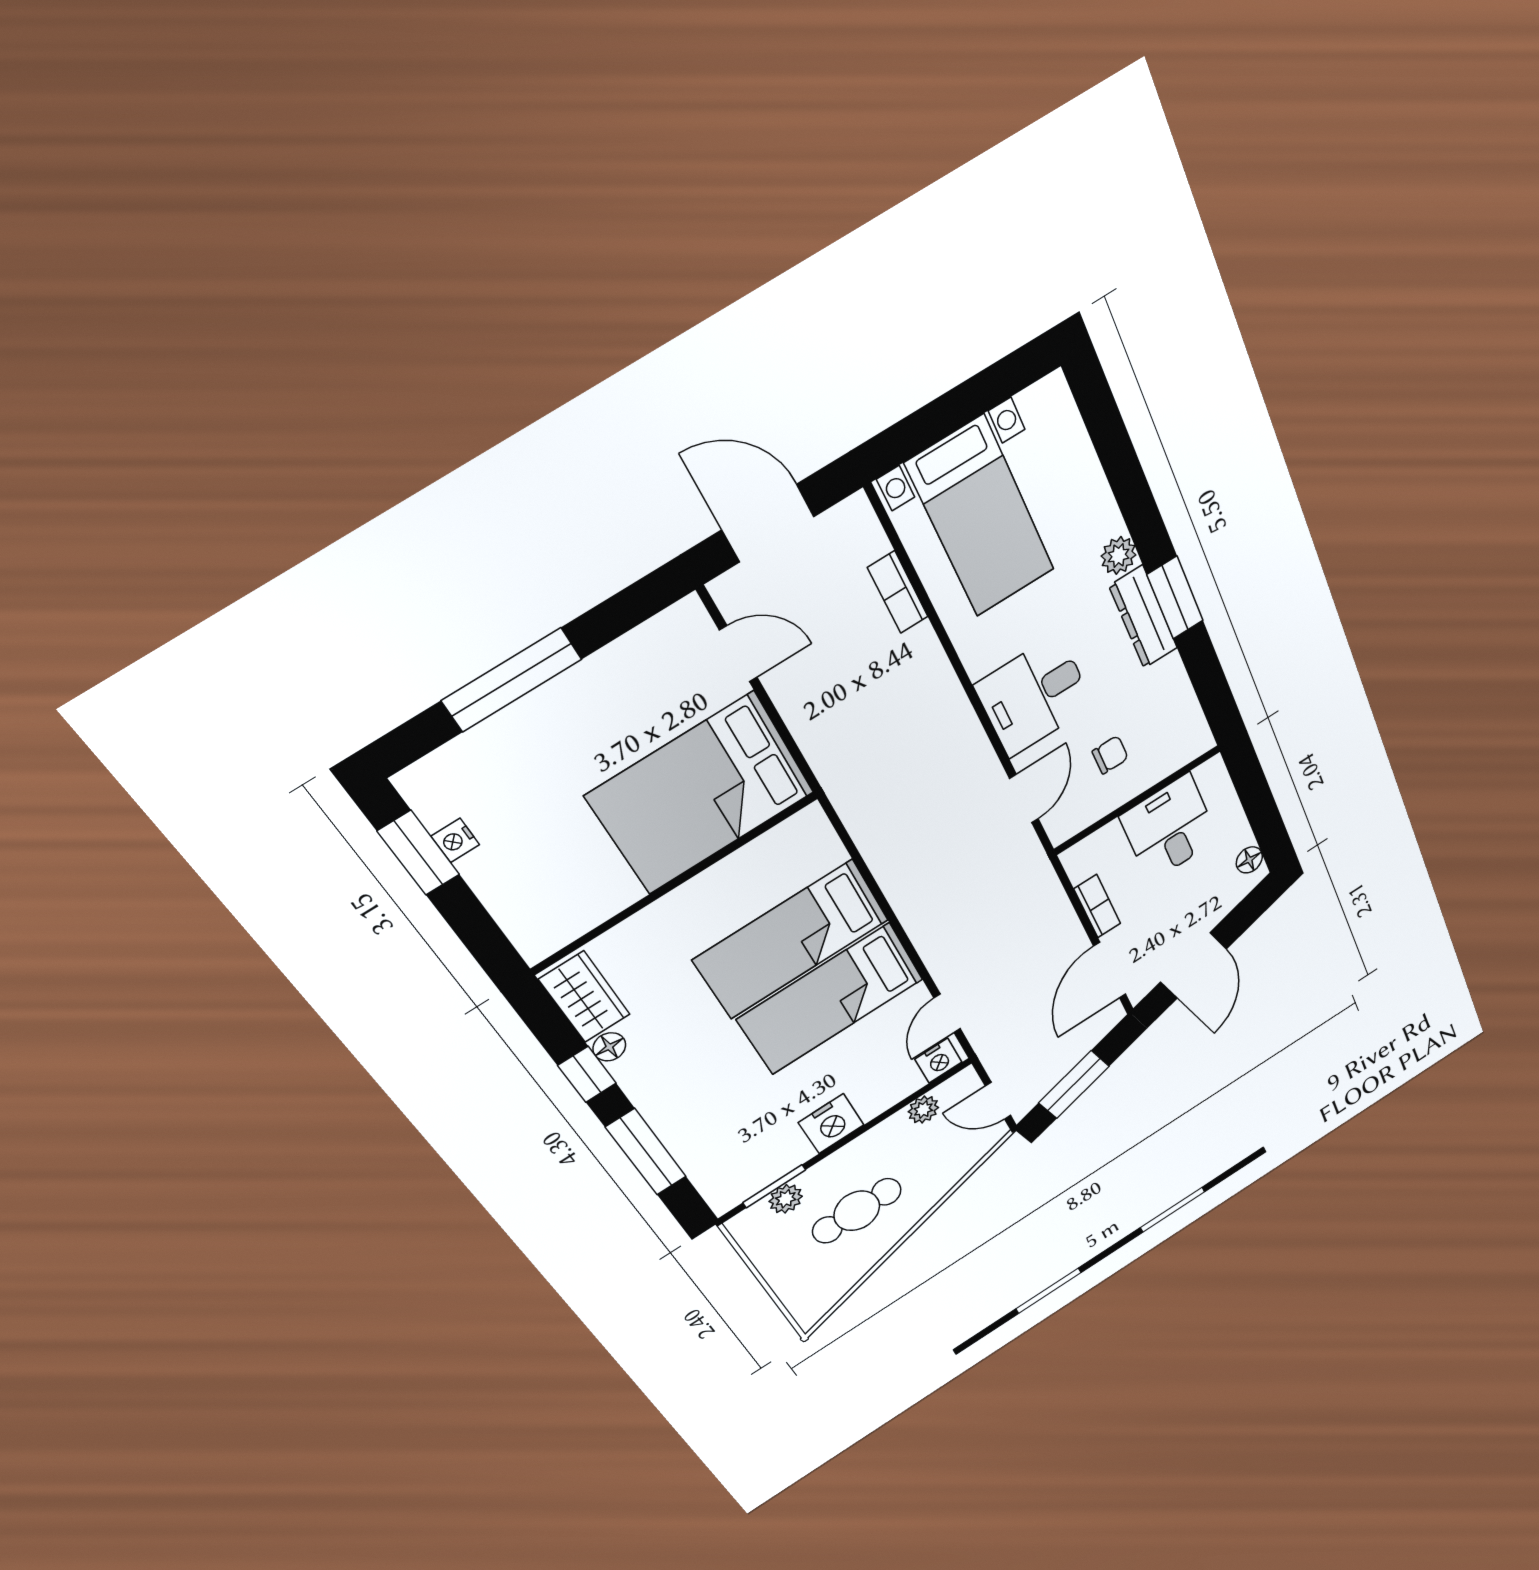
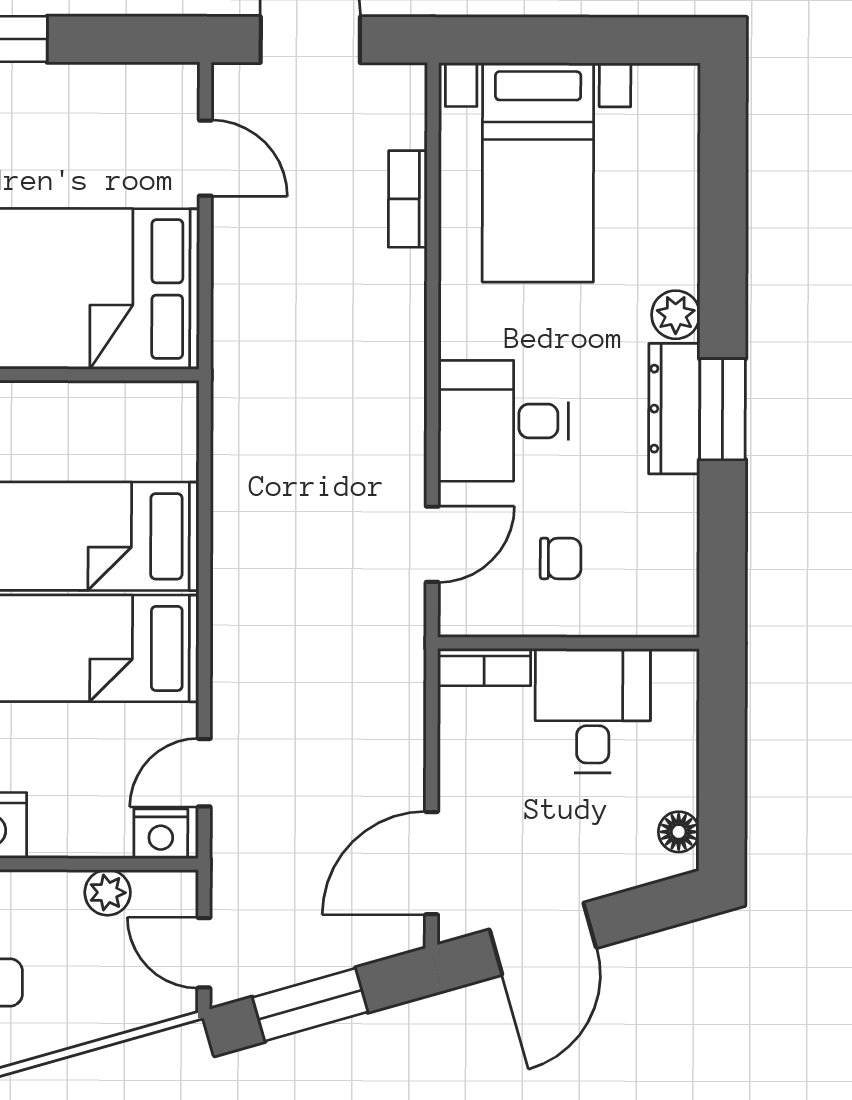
bookcase: (1097, 906) -> (484, 667), moved, turned 90

